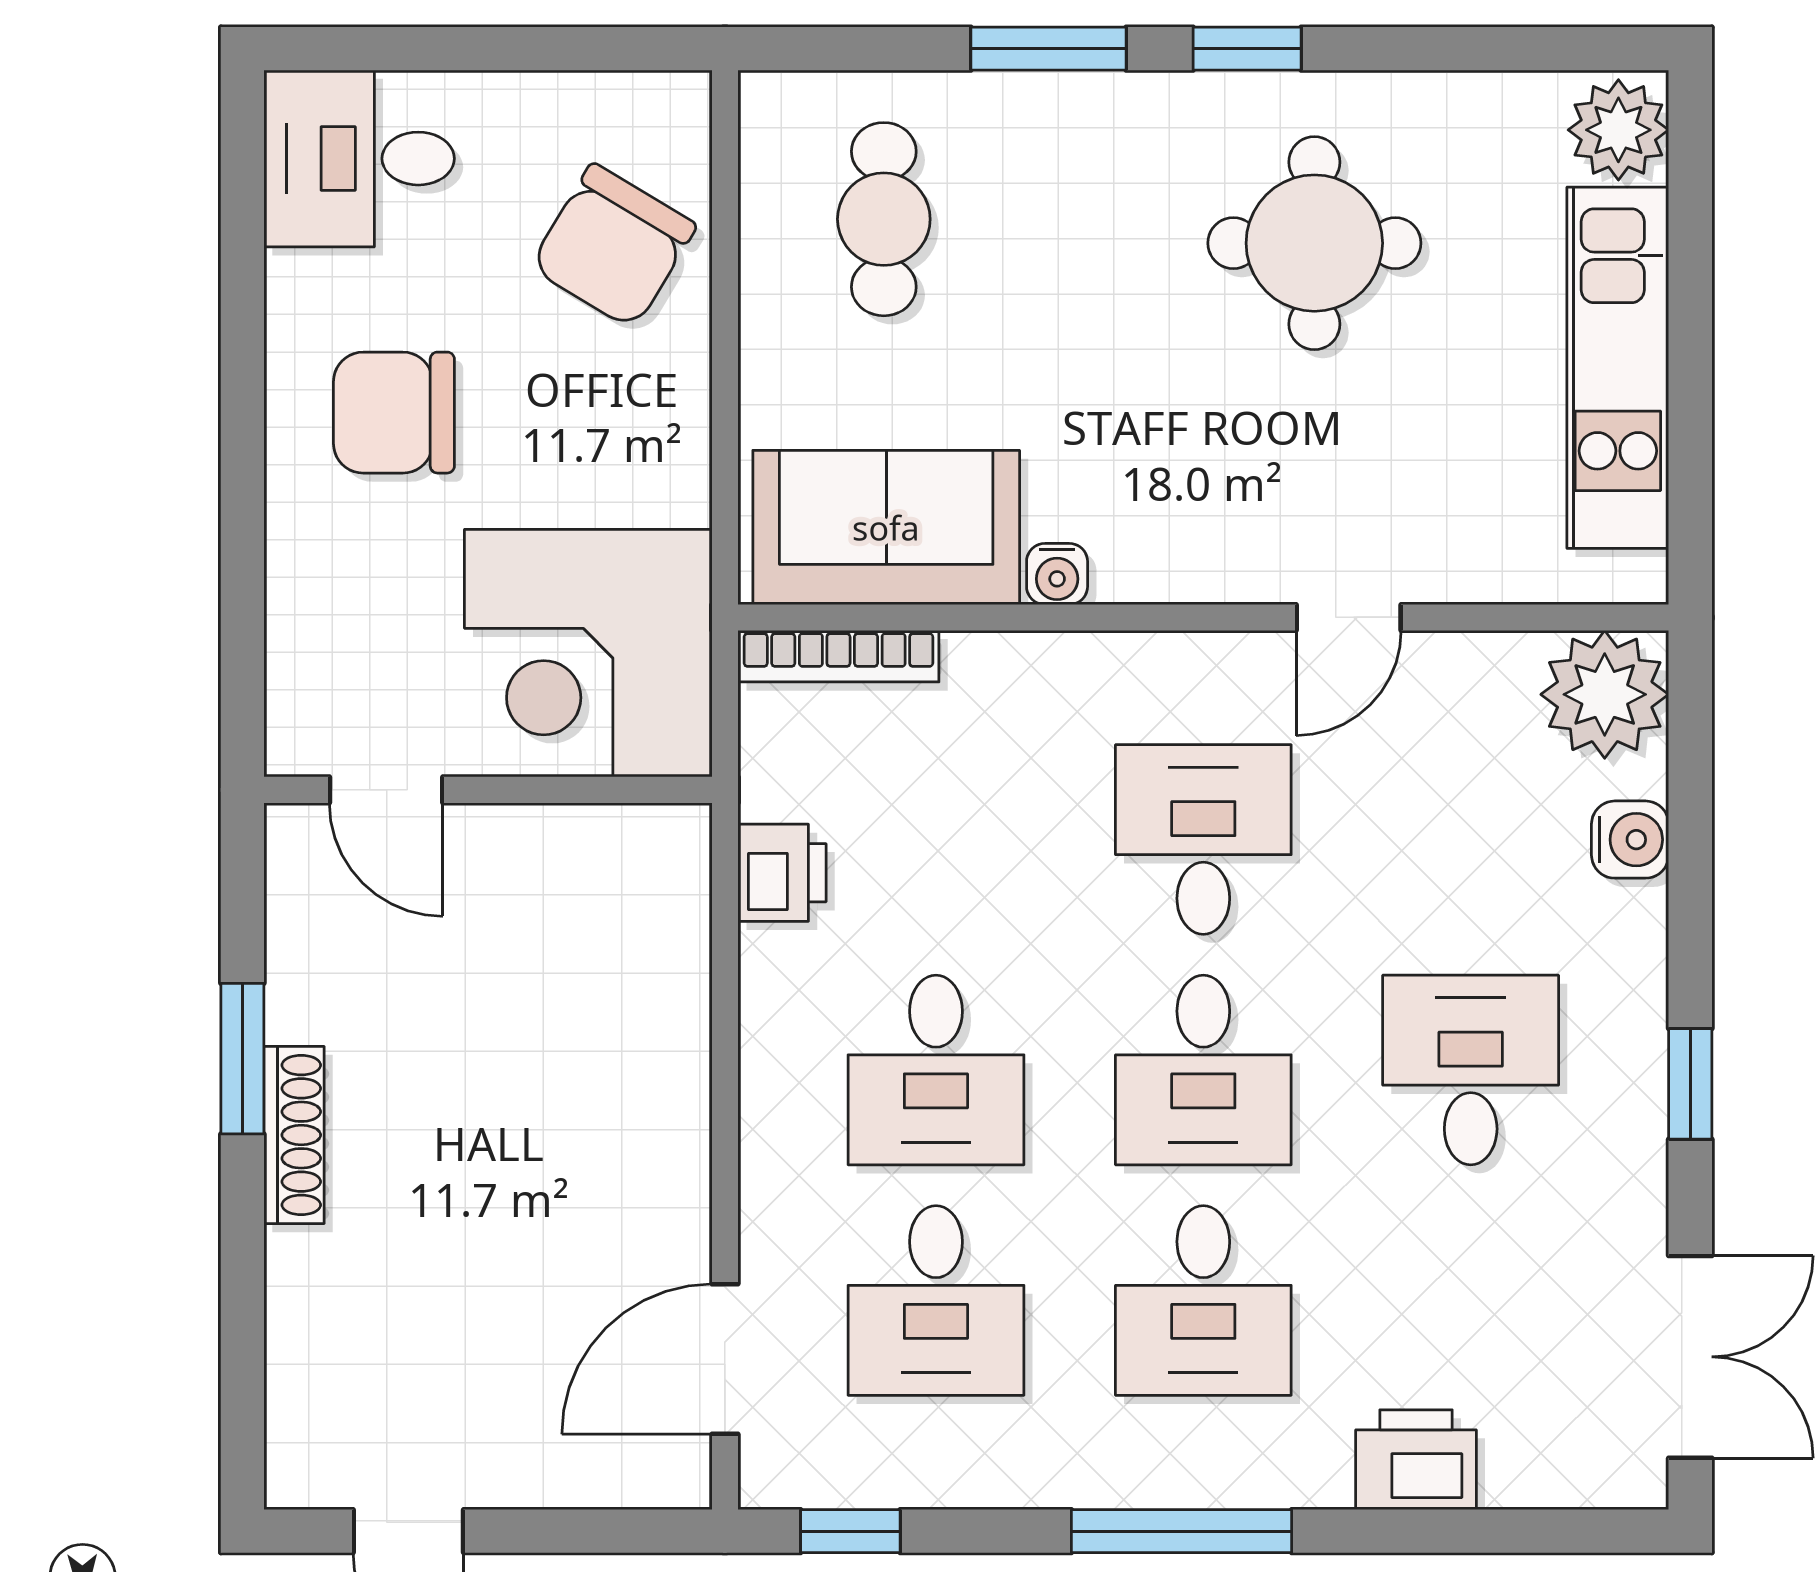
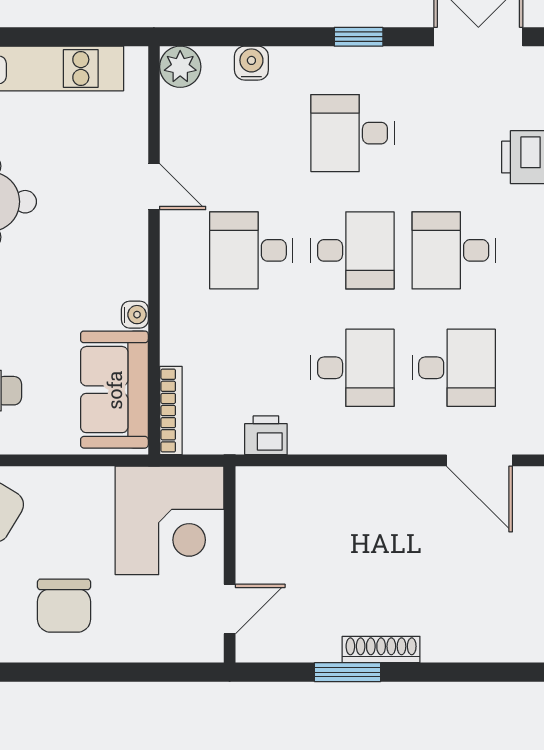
plant: (1605, 694) -> (180, 67), width x0.73, depth x0.73
desk: (1203, 1300) -> (454, 250), turned 180

